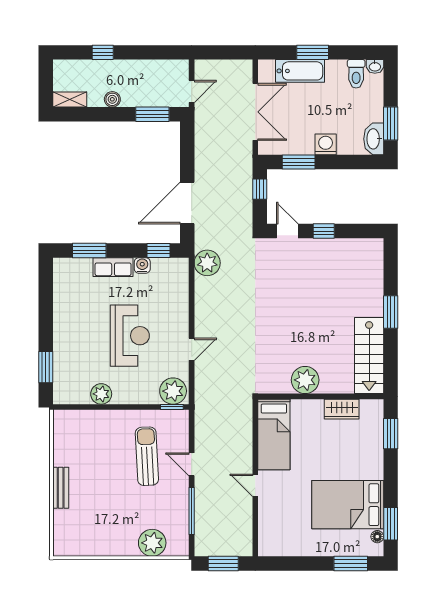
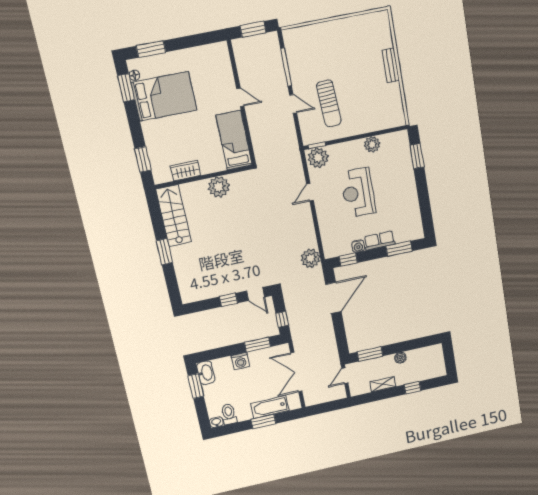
shelving: (70, 100) -> (383, 384), moved
plant: (152, 543) -> (312, 35), removed

